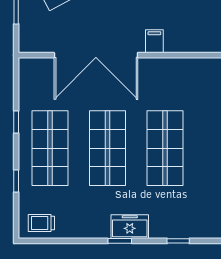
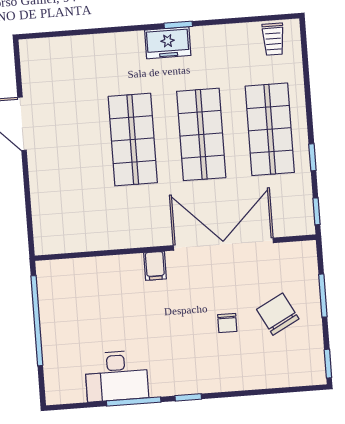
window: (16, 181) -> (316, 211), moved
trolley: (41, 223) -> (273, 39), turned 90
window: (178, 241) -> (109, 30), removed

